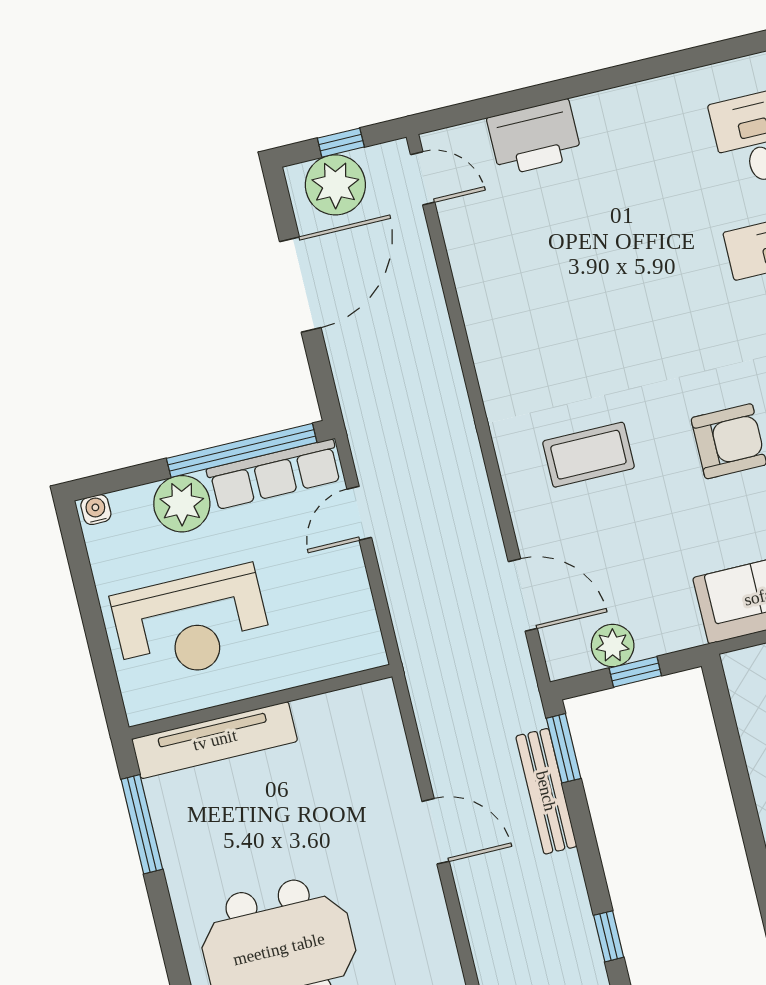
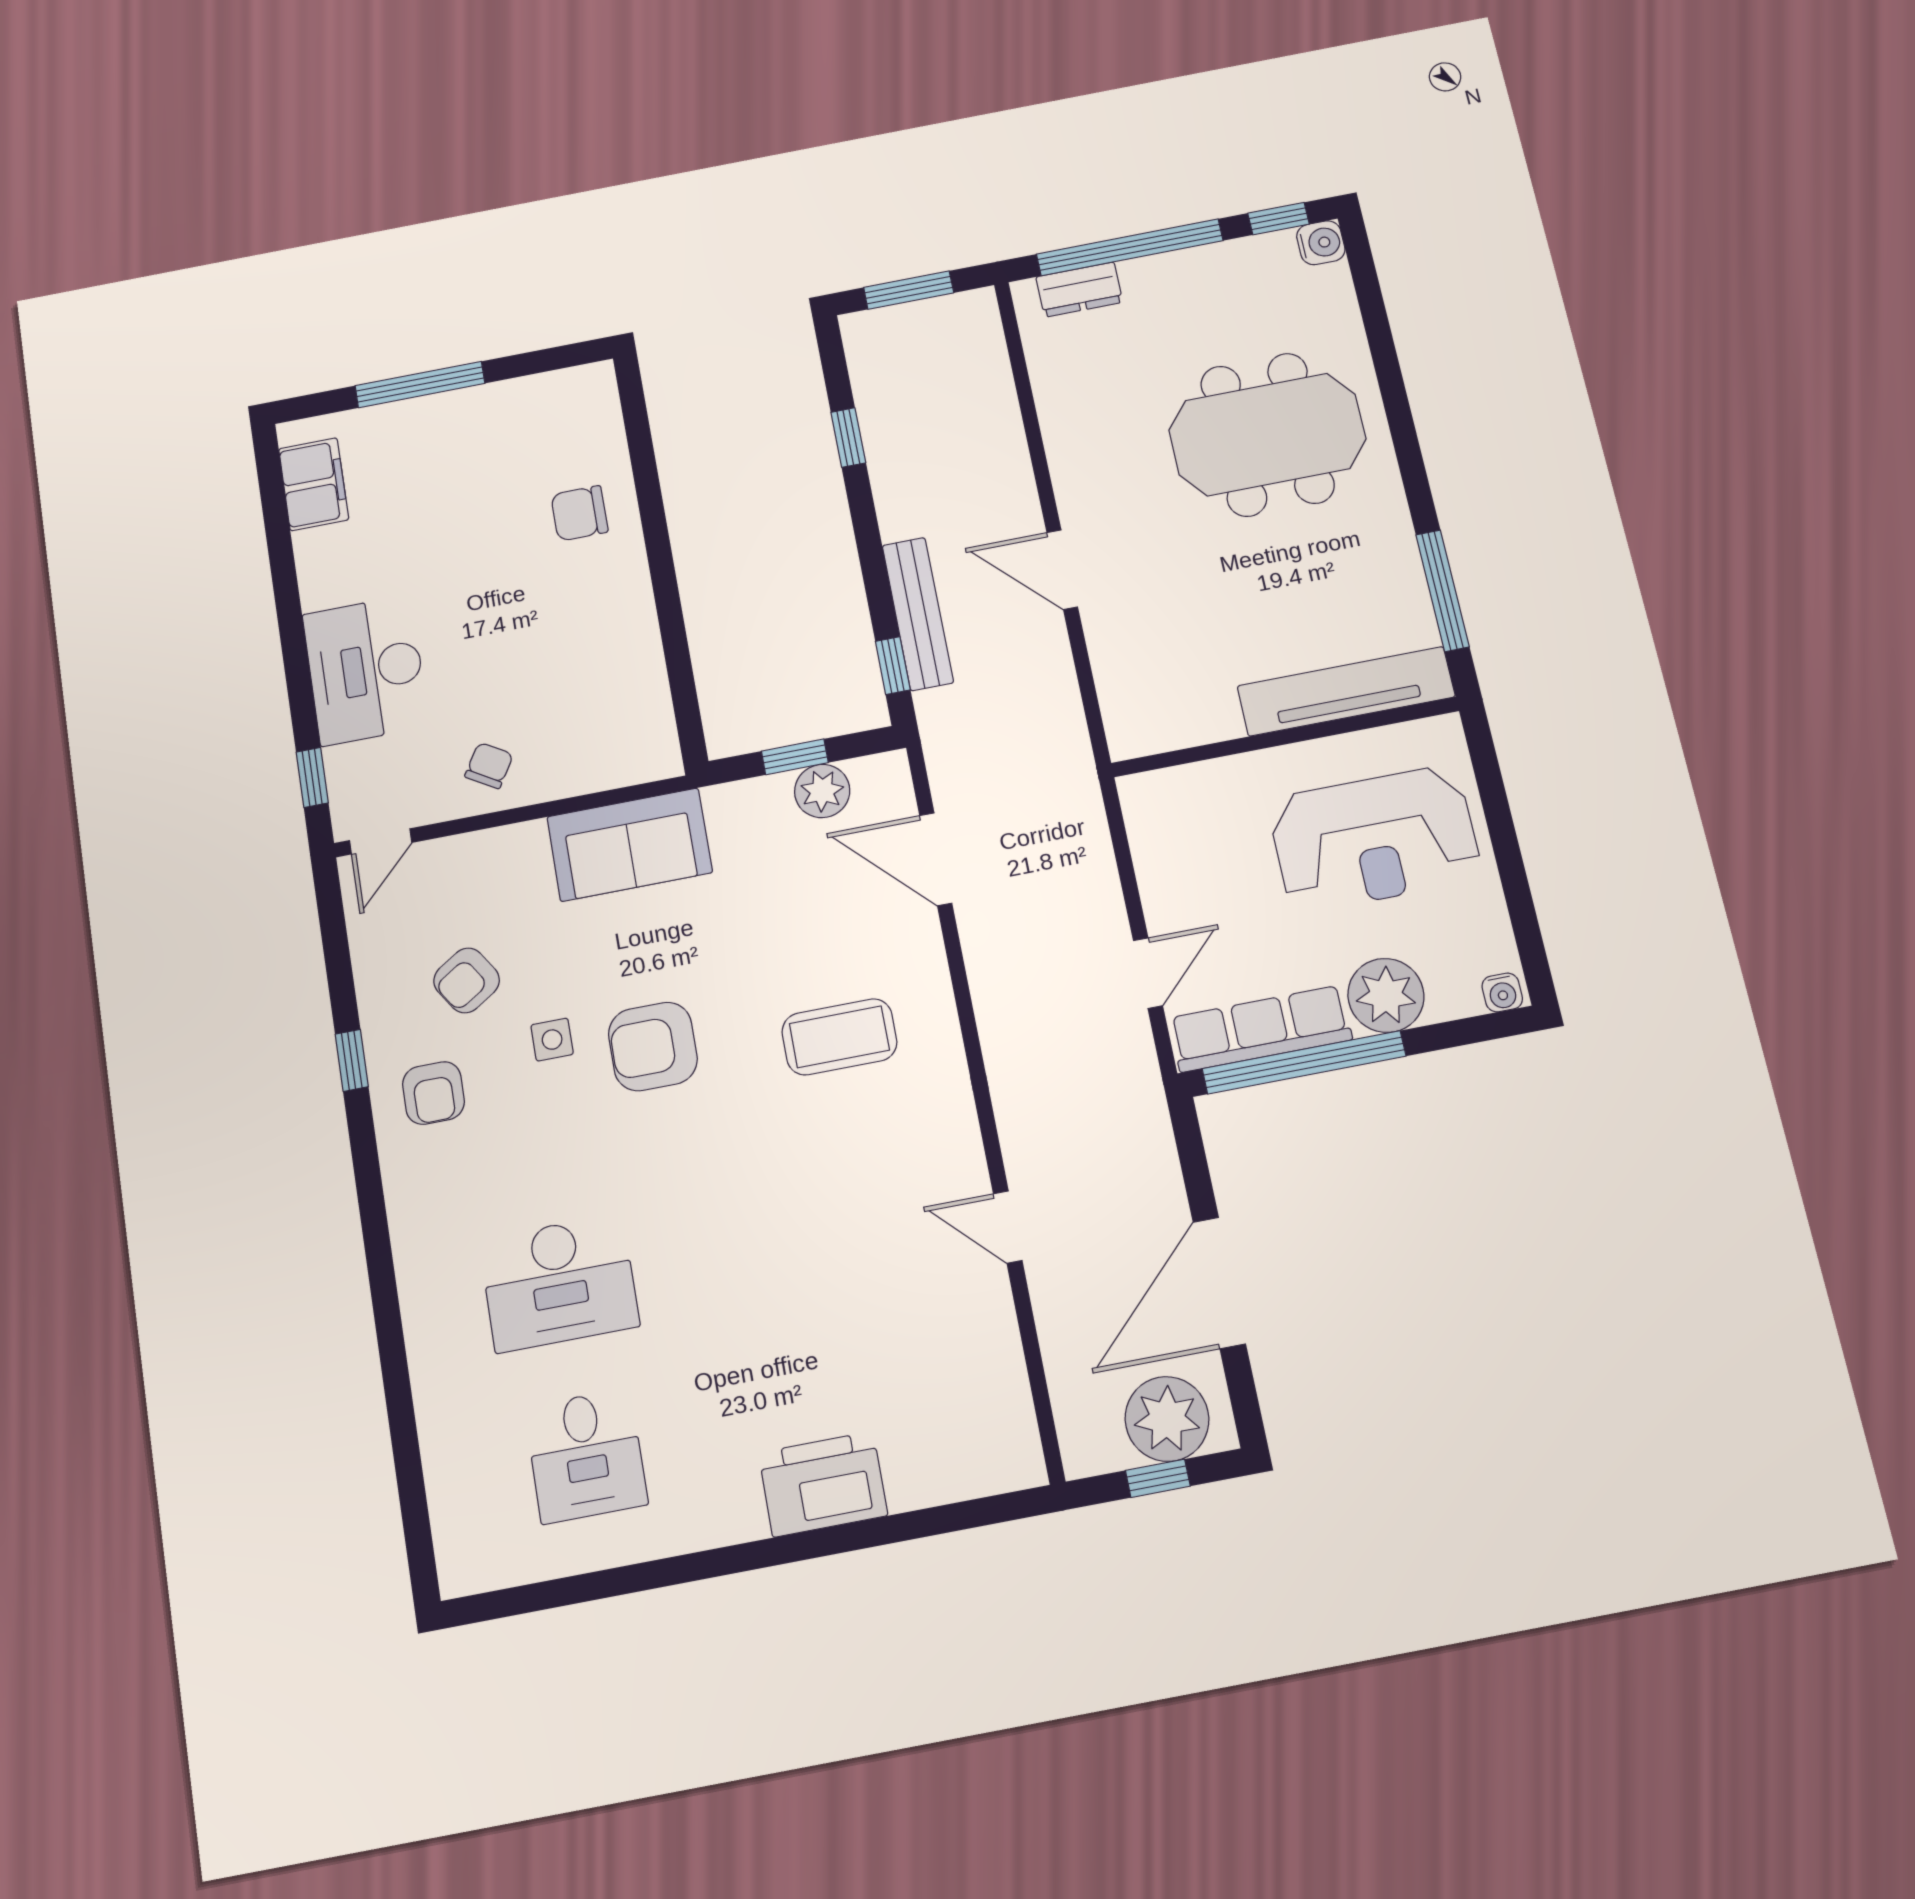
printer: (534, 138) -> (823, 1484), moved
door: (423, 178) -> (1008, 1227), moved
reception desk: (192, 624) -> (1374, 839), turned 180
window: (564, 748) -> (893, 666), width x0.67

